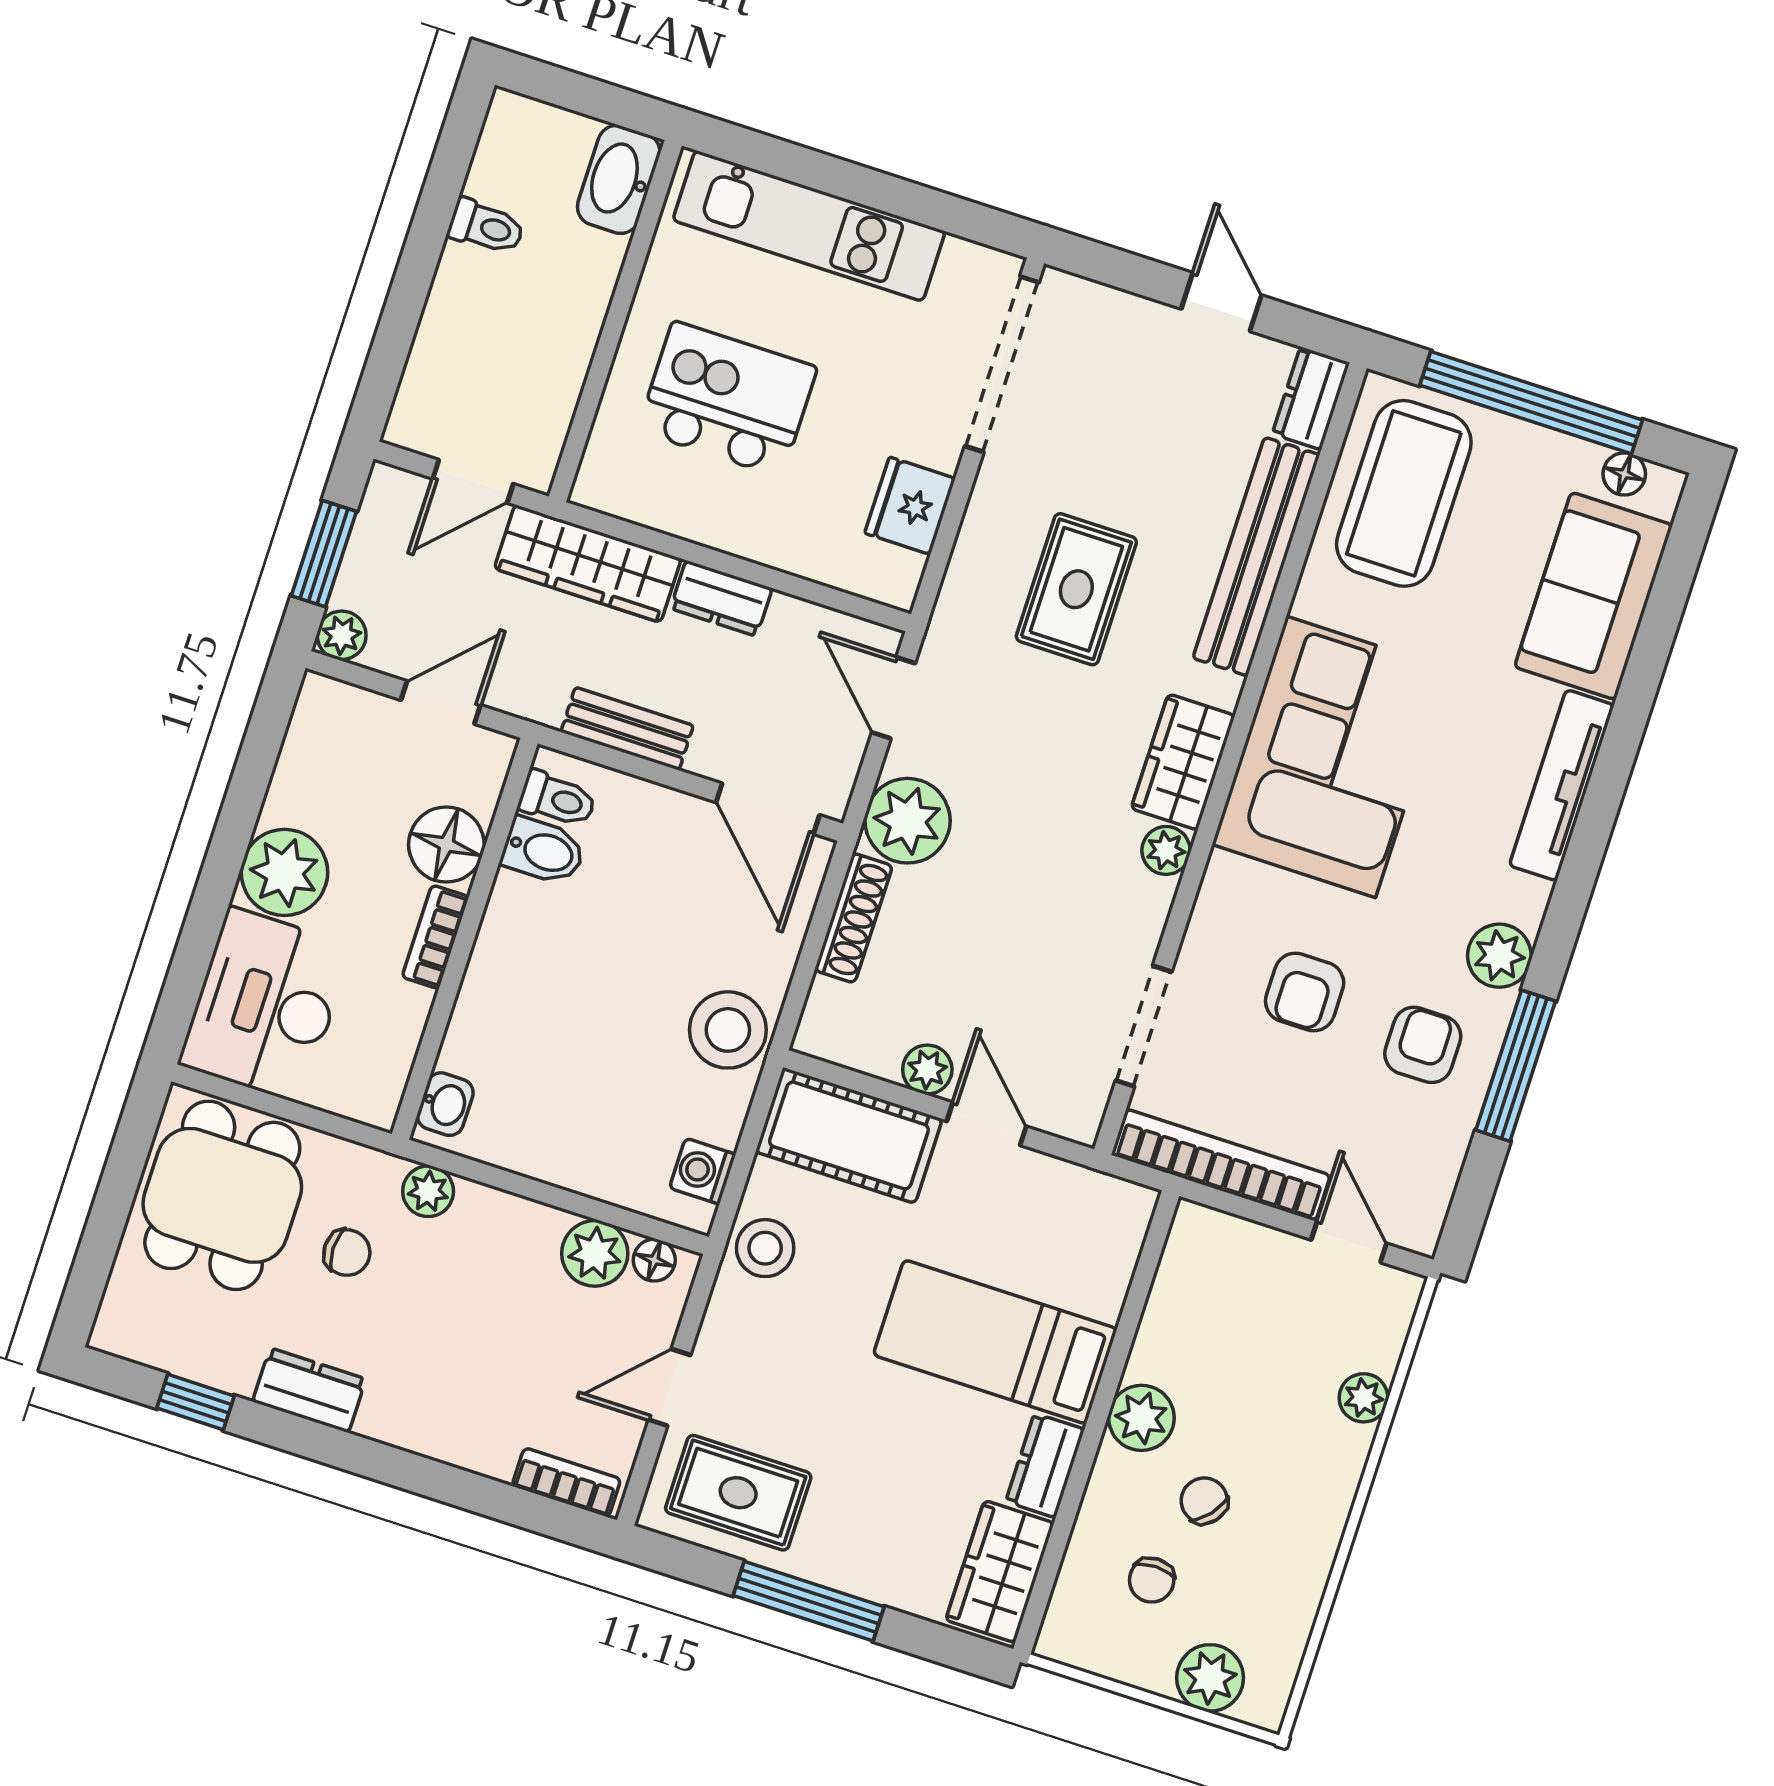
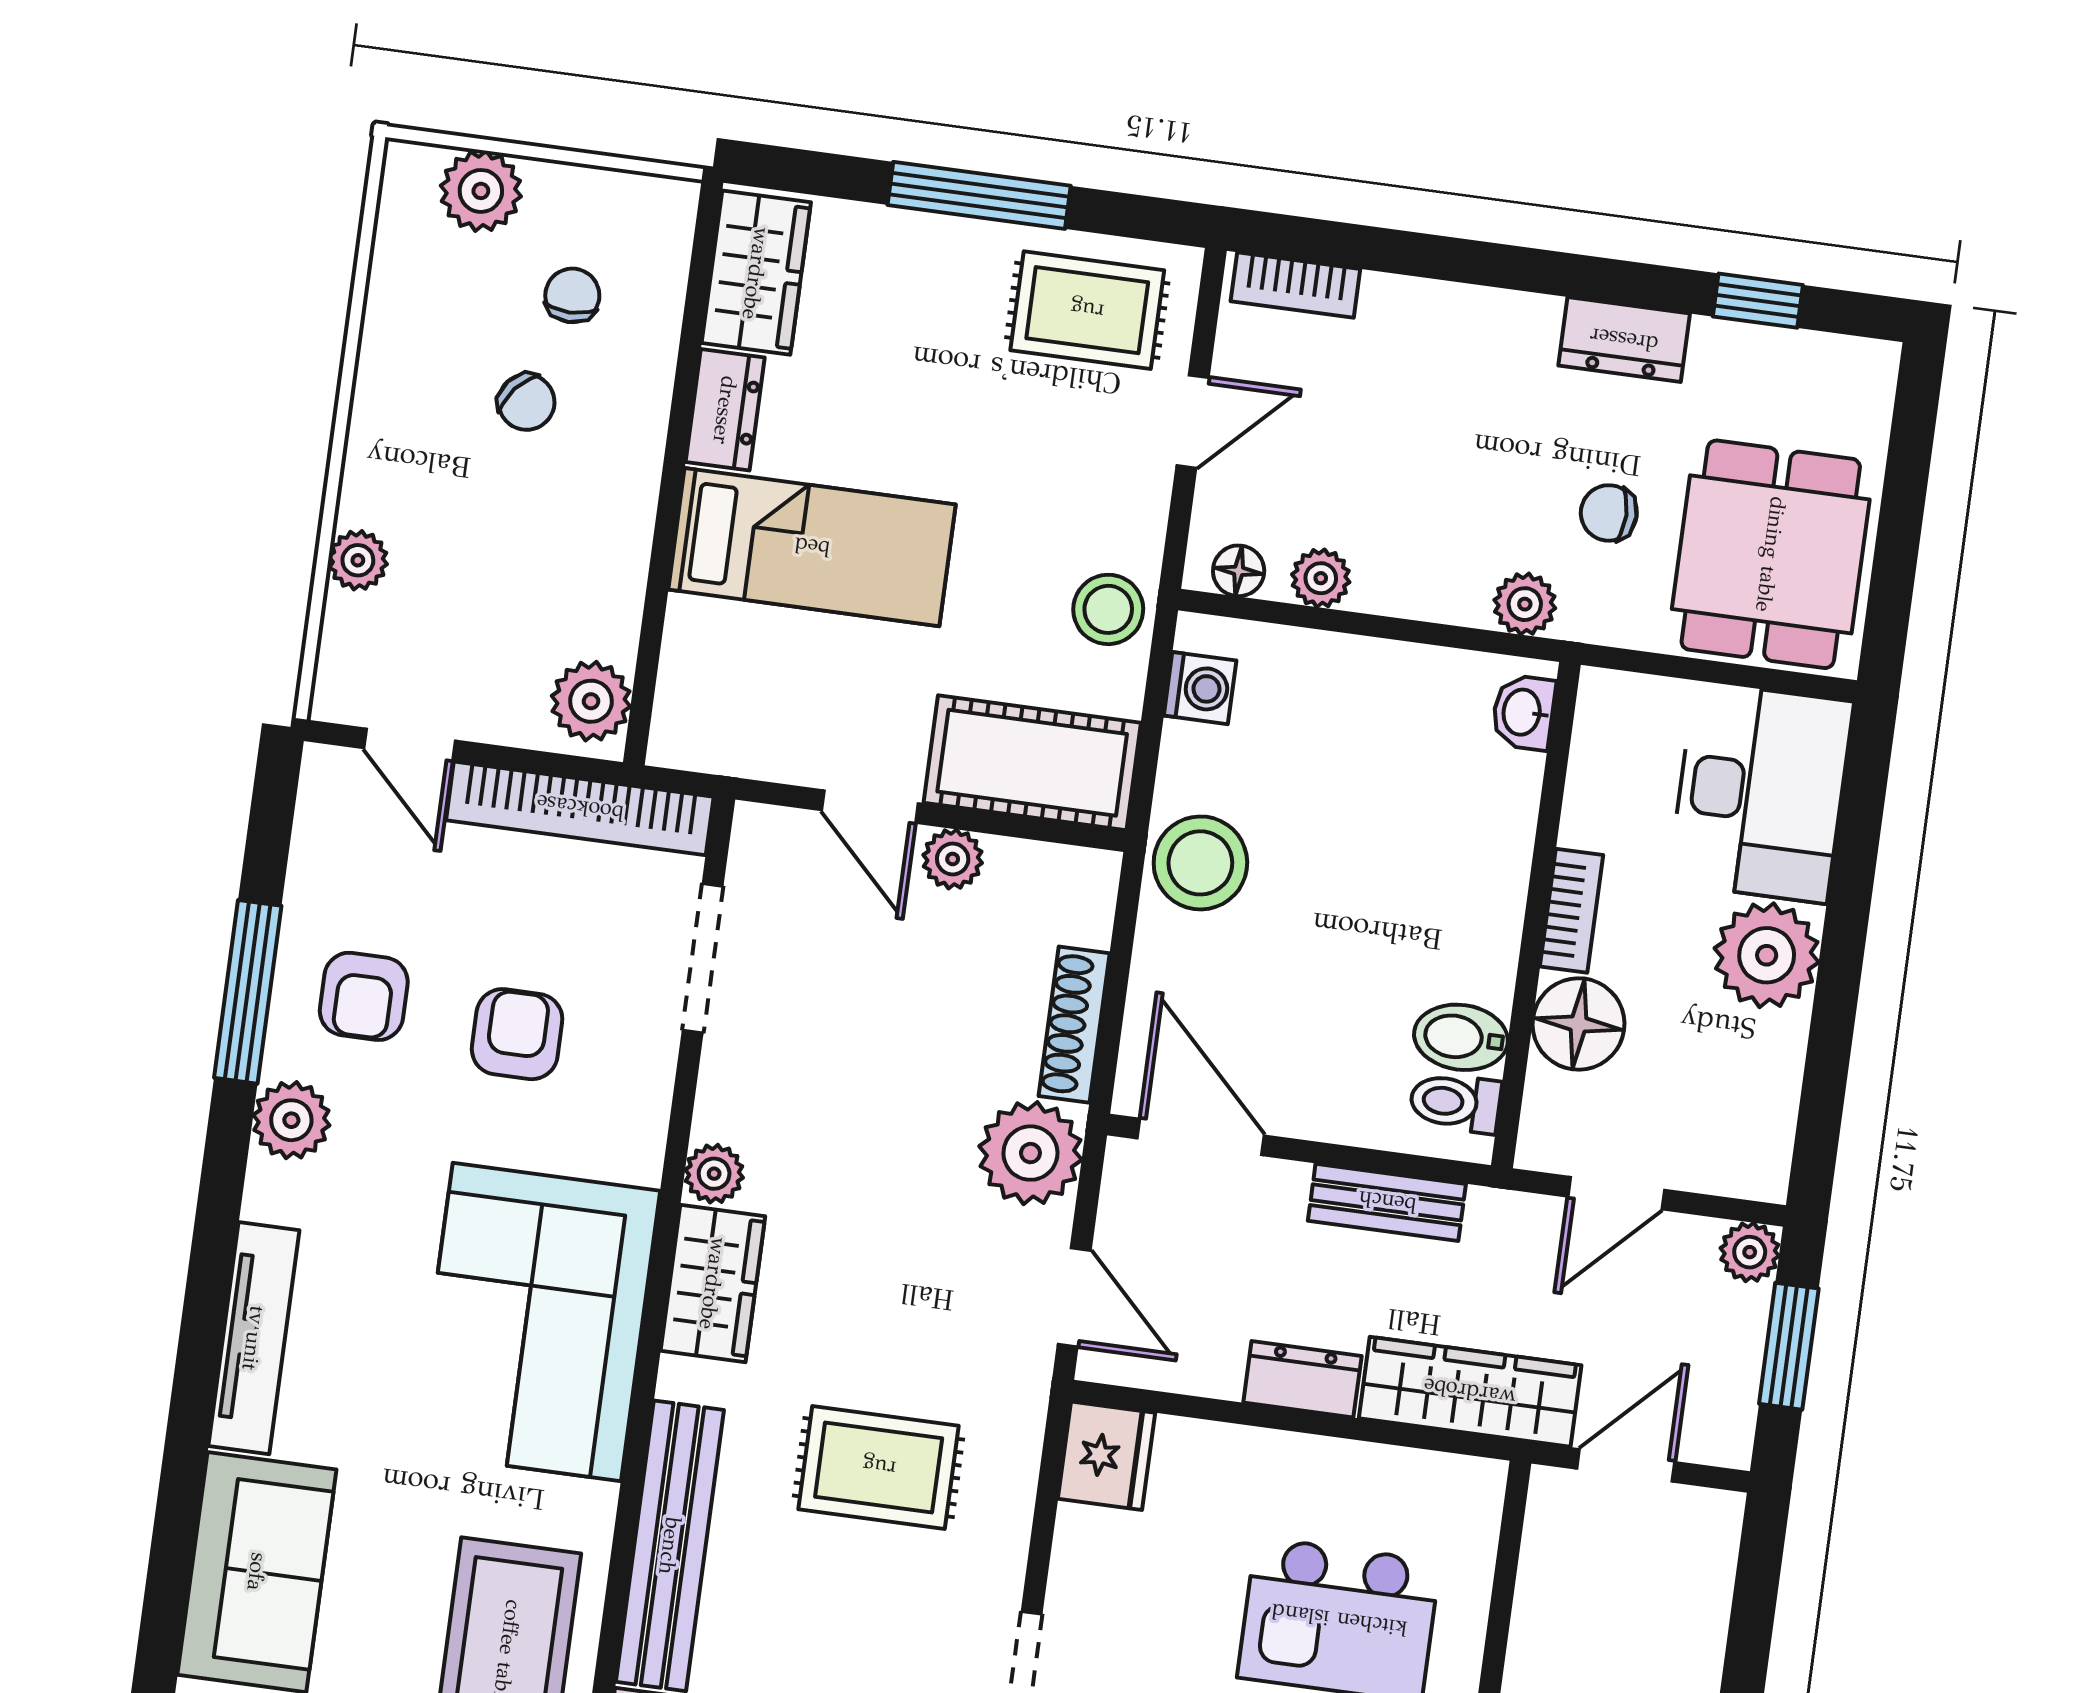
fridge: (910, 506) -> (1106, 1456), moved
rug: (1076, 589) -> (879, 1467), turned 90
plant: (595, 1253) -> (1321, 578), width x0.73, depth x0.73
plant: (1141, 1418) -> (591, 701), moved

